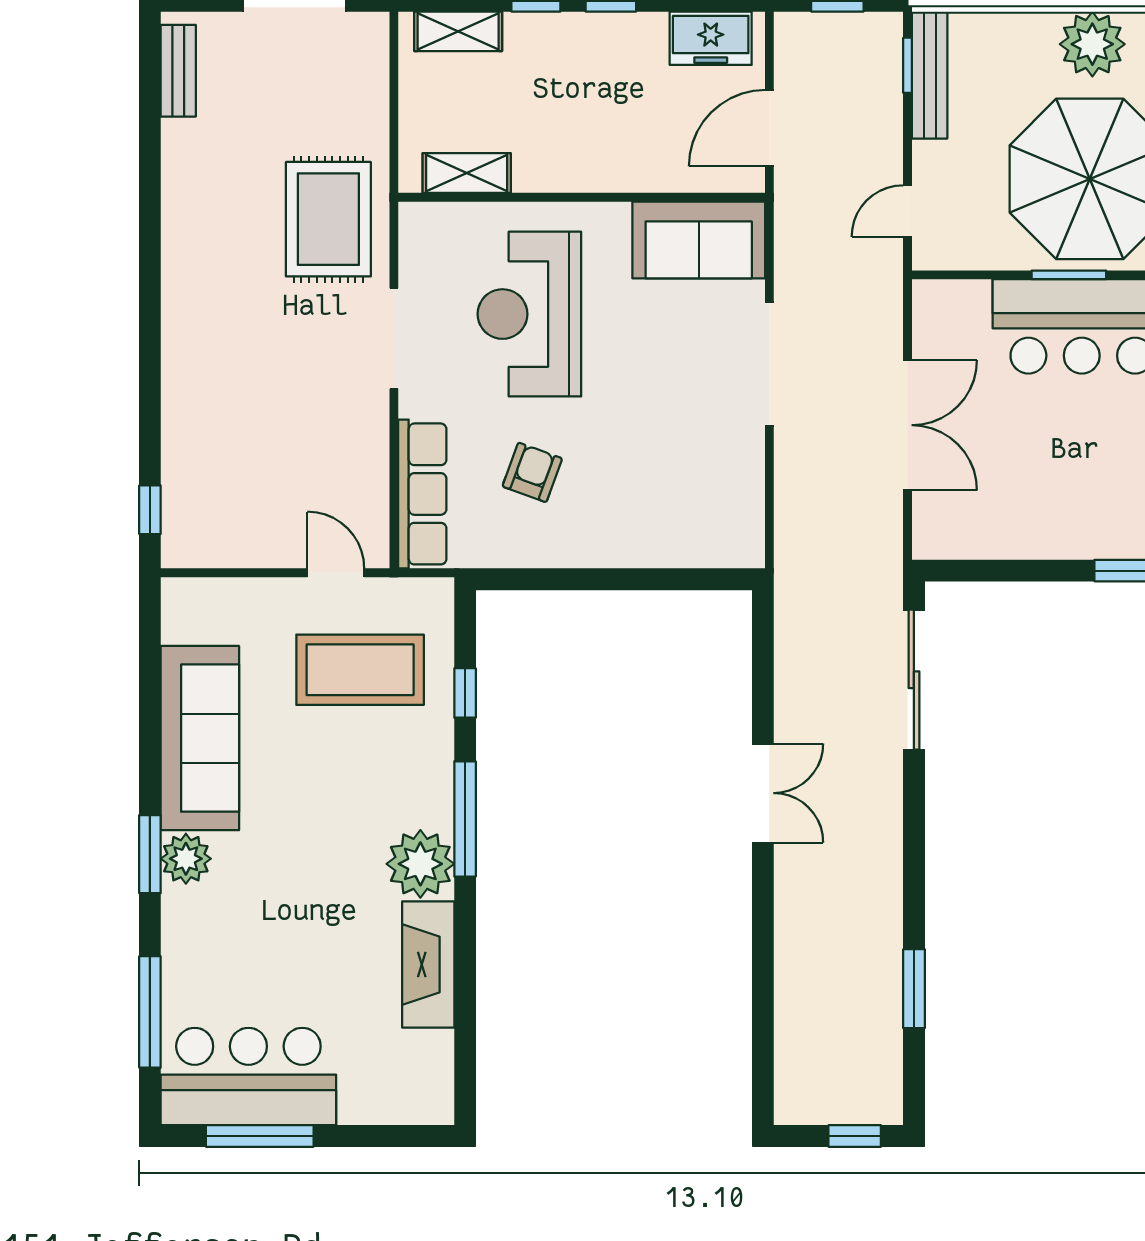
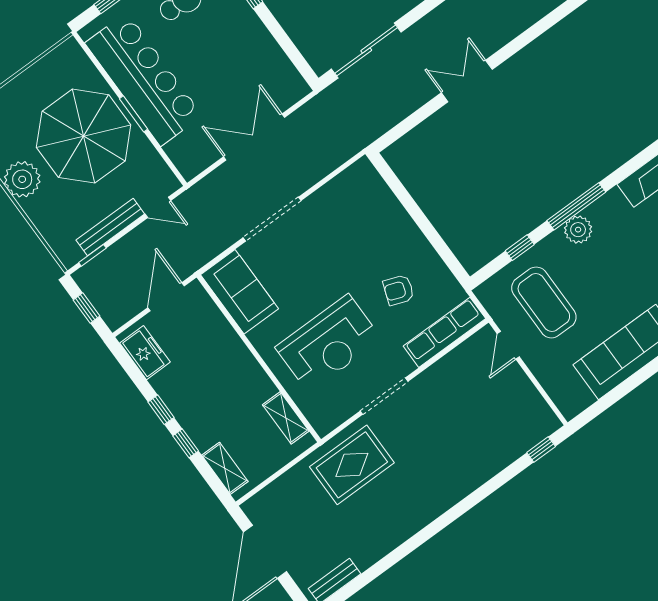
bench: (930, 75) -> (110, 227), moved
door: (769, 128) -> (166, 297), swing flipped
plant: (420, 864) -> (578, 230), moved, width x0.73, depth x0.73

